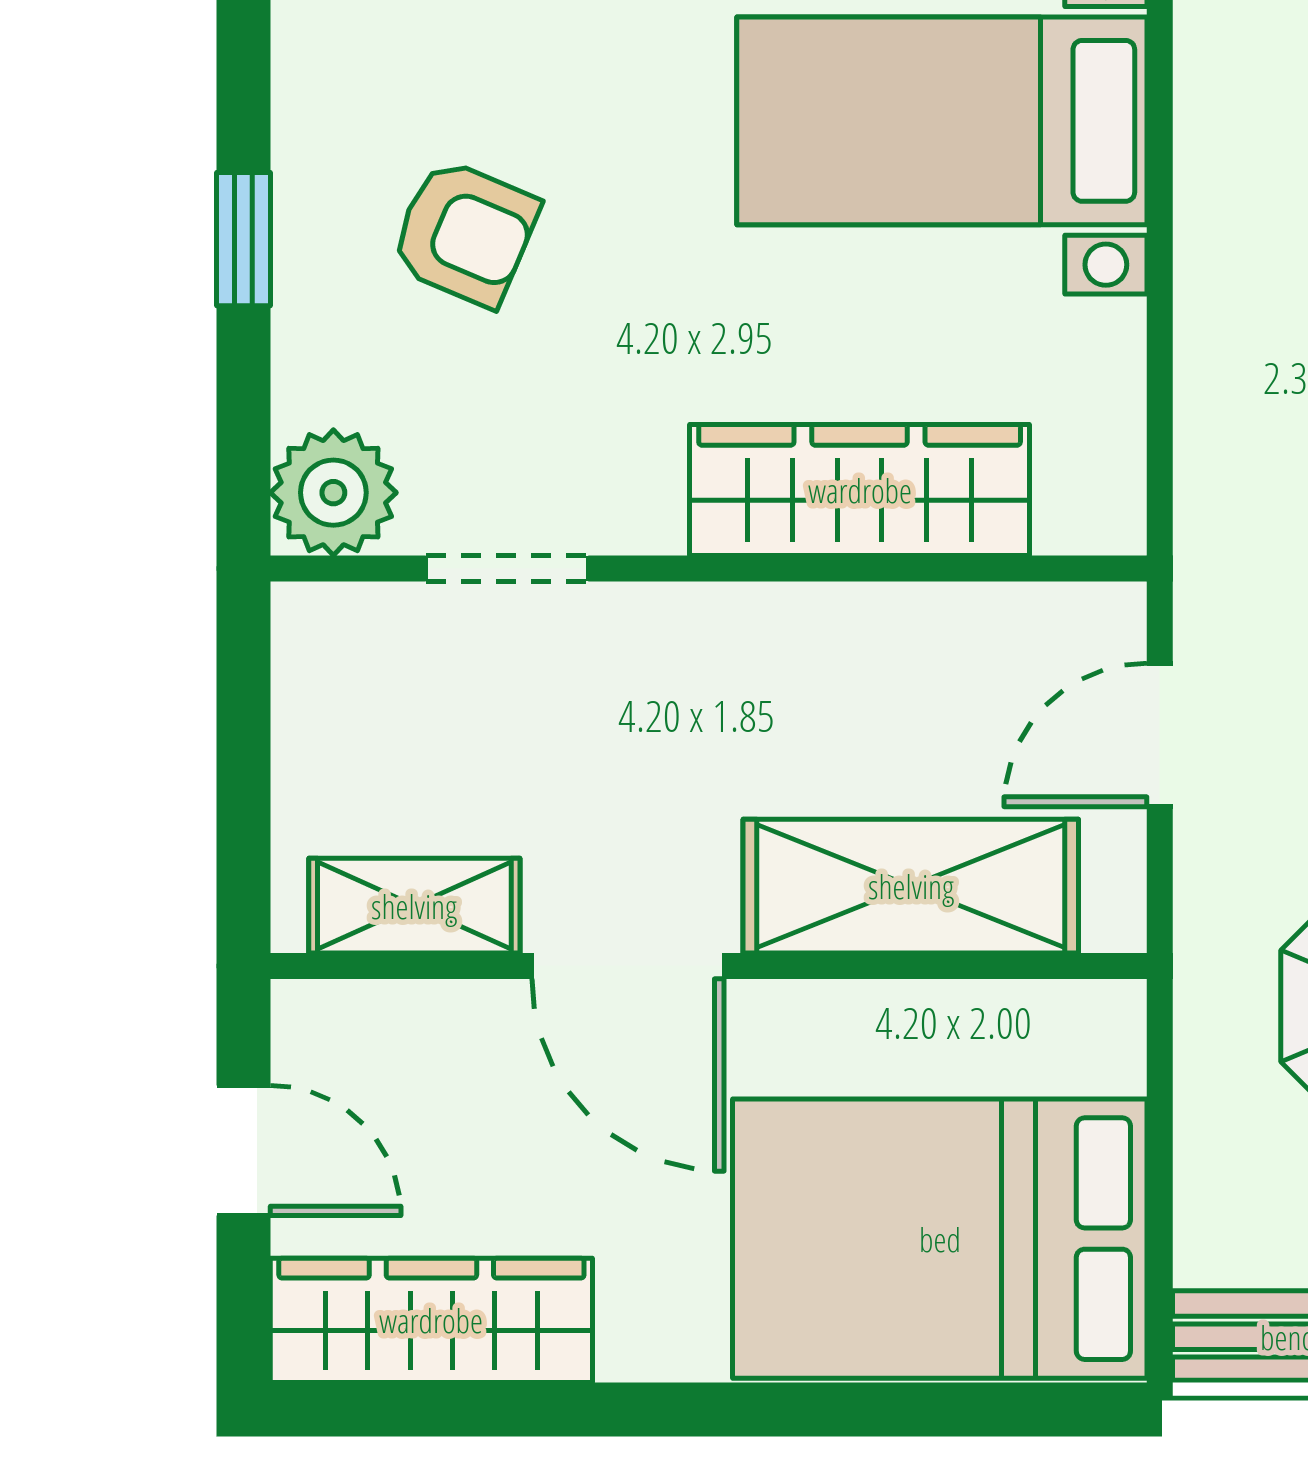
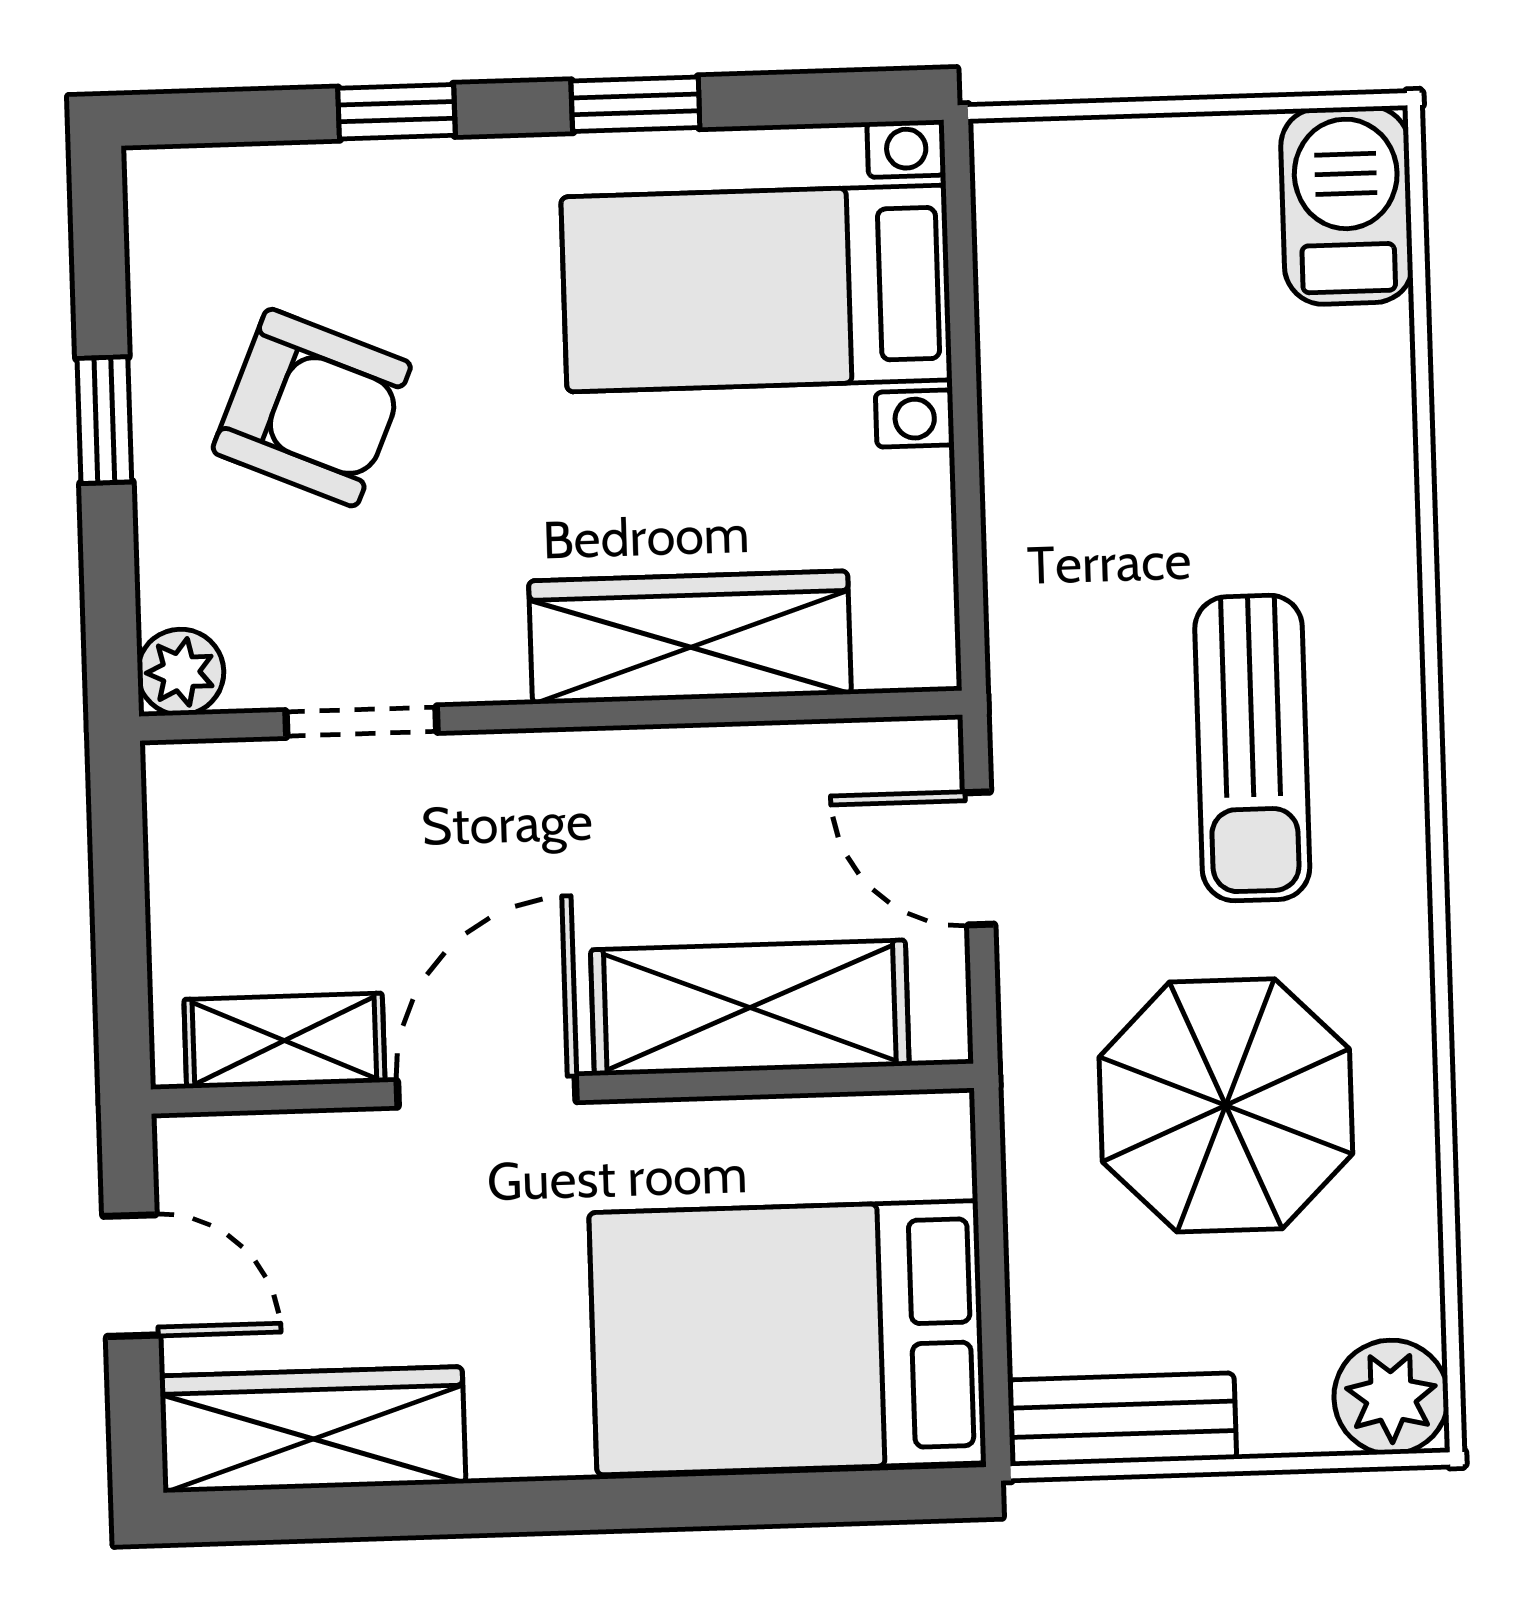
armchair: (465, 233) -> (312, 408), width x1.38, depth x1.38
plant: (333, 493) -> (181, 672), width x0.73, depth x0.73
door: (1160, 735) -> (979, 859), hinge flipped
door: (628, 966) -> (487, 1091), swing flipped

